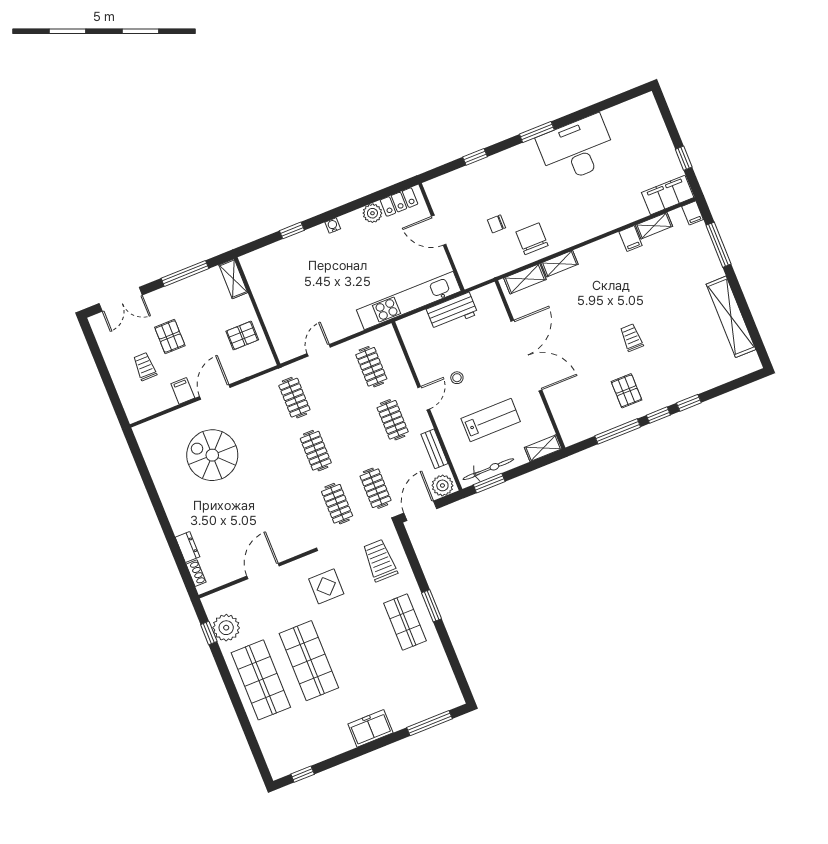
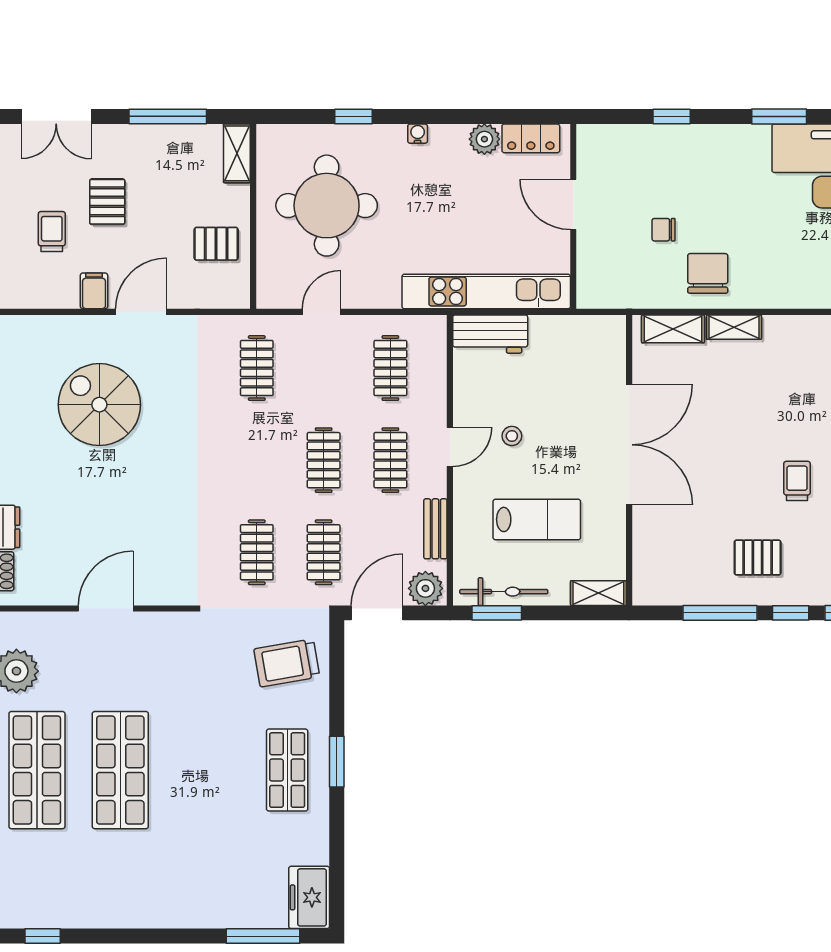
round table: (297, 288) -> (327, 206), added
workbench: (452, 312) -> (490, 334), moved
pallet: (627, 391) -> (758, 557), turned 90
clothes rail: (316, 451) -> (324, 460), moved
trolley: (380, 560) -> (287, 663), turned -100
display table: (326, 586) -> (191, 669), removed
freezer: (370, 728) -> (309, 897), moved, turned -90

